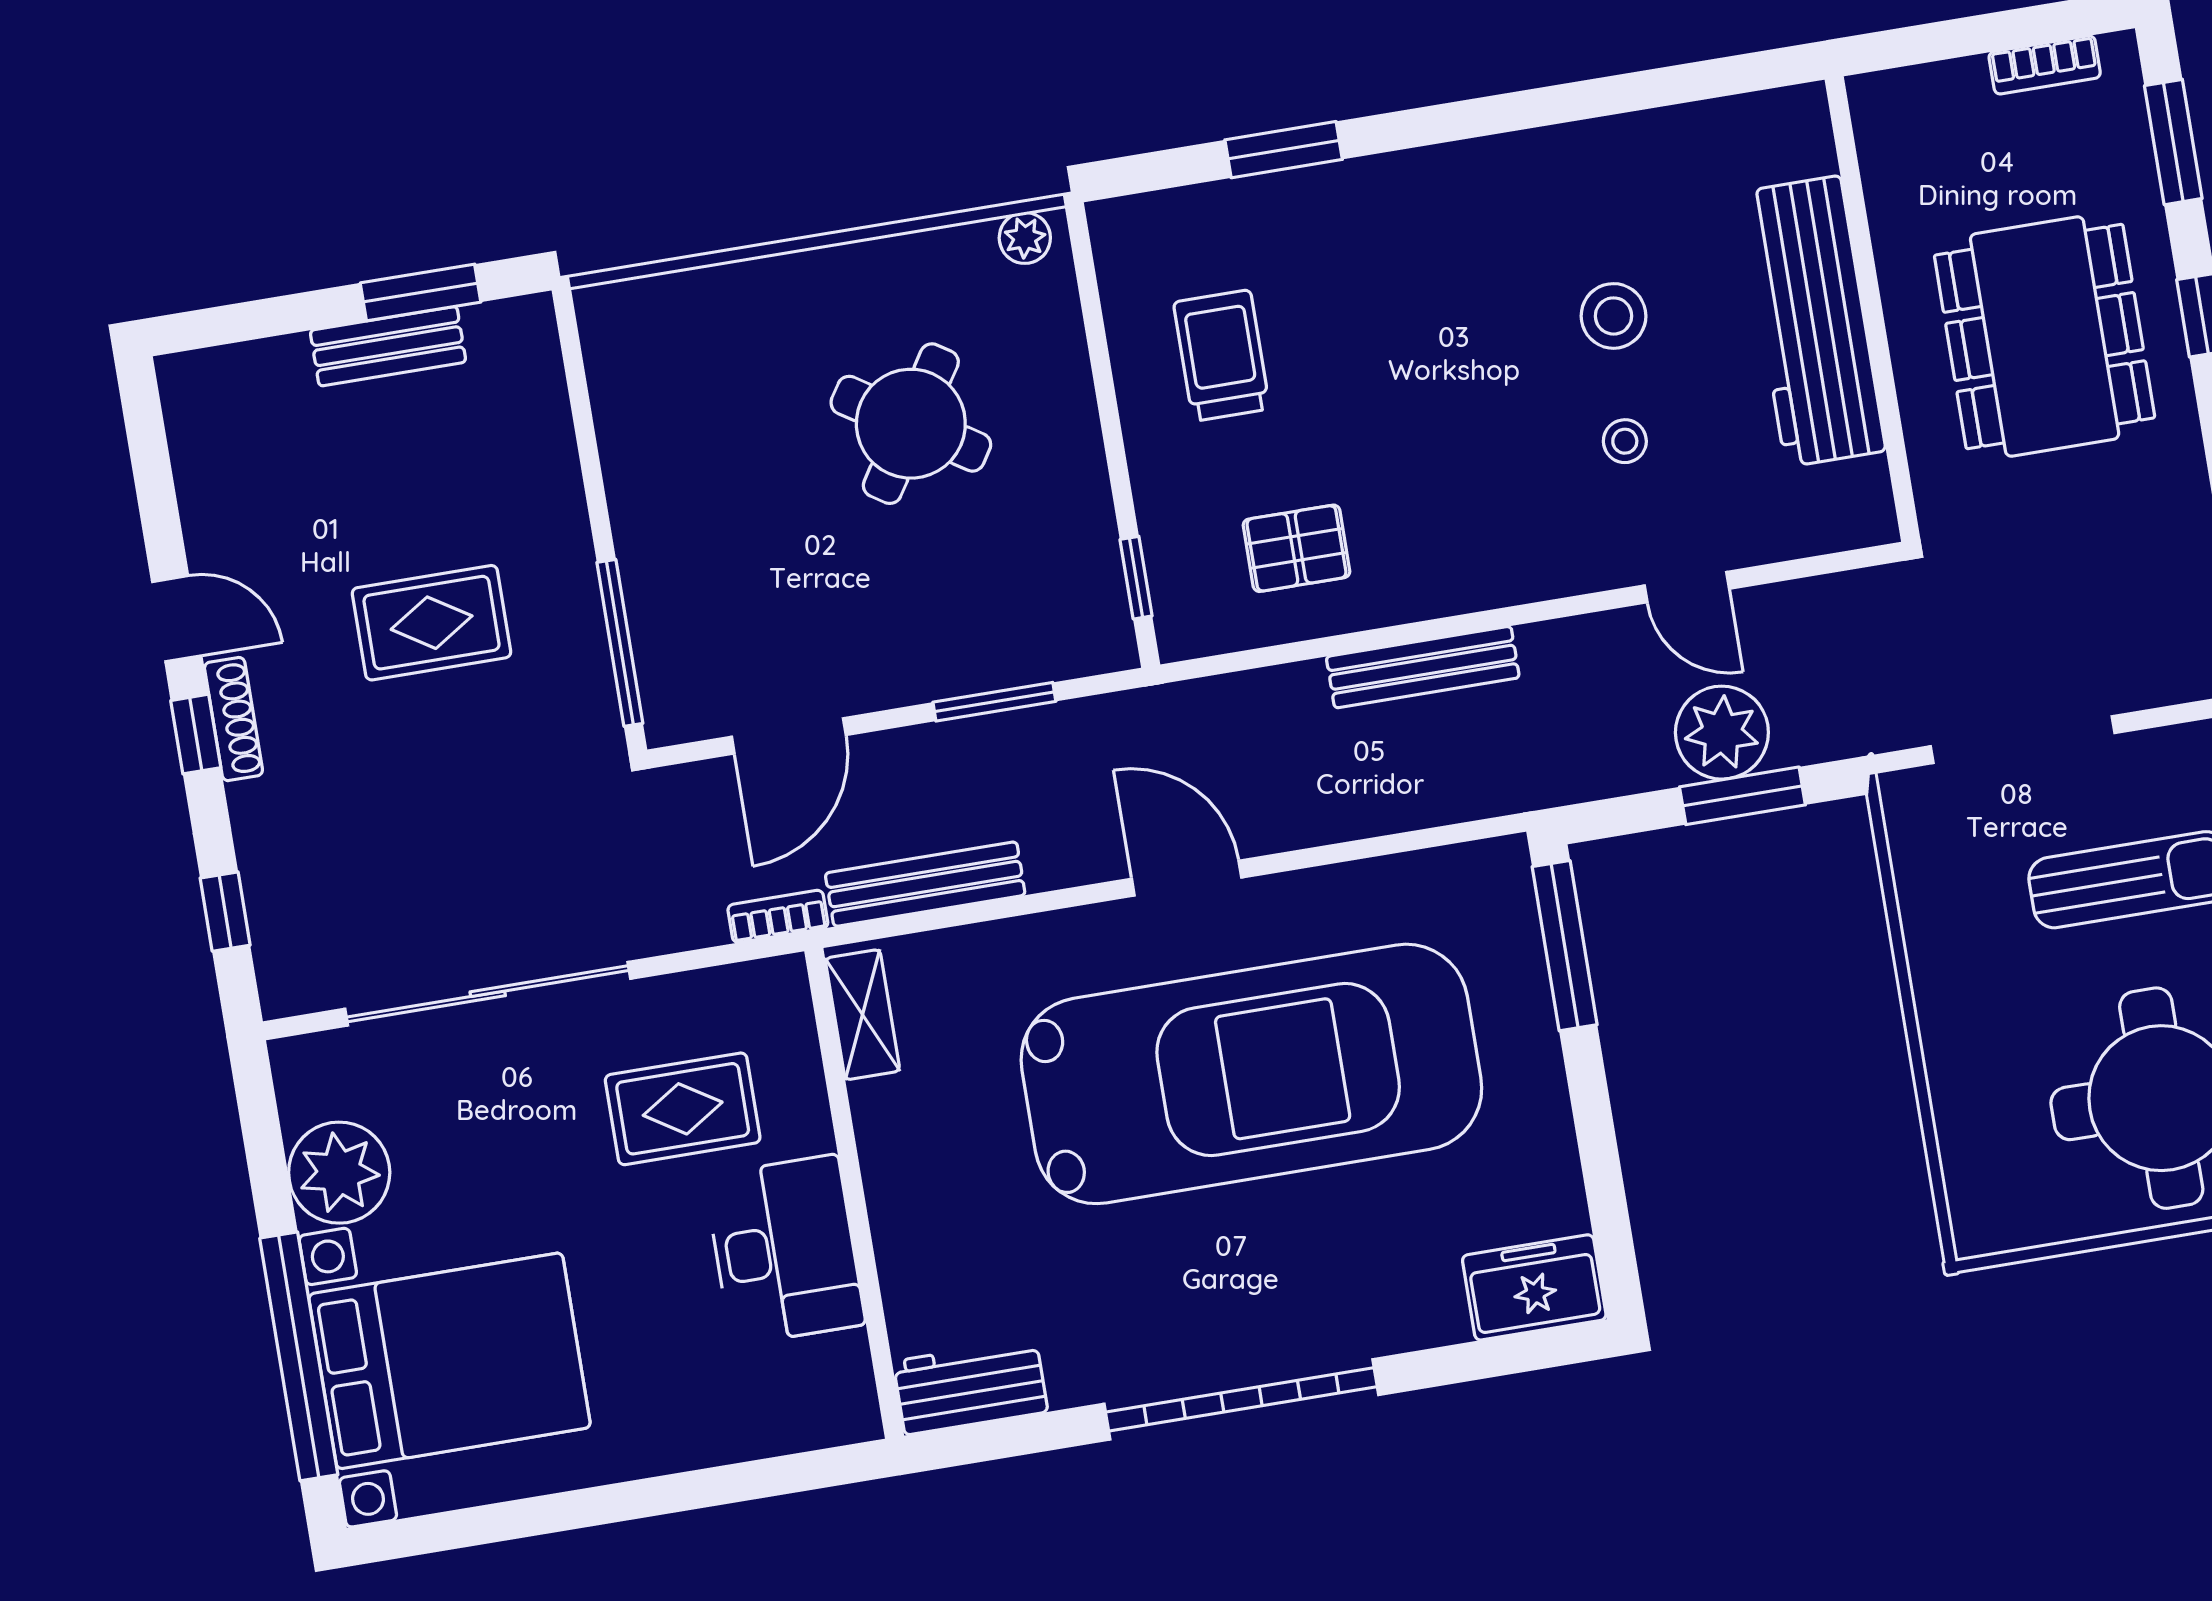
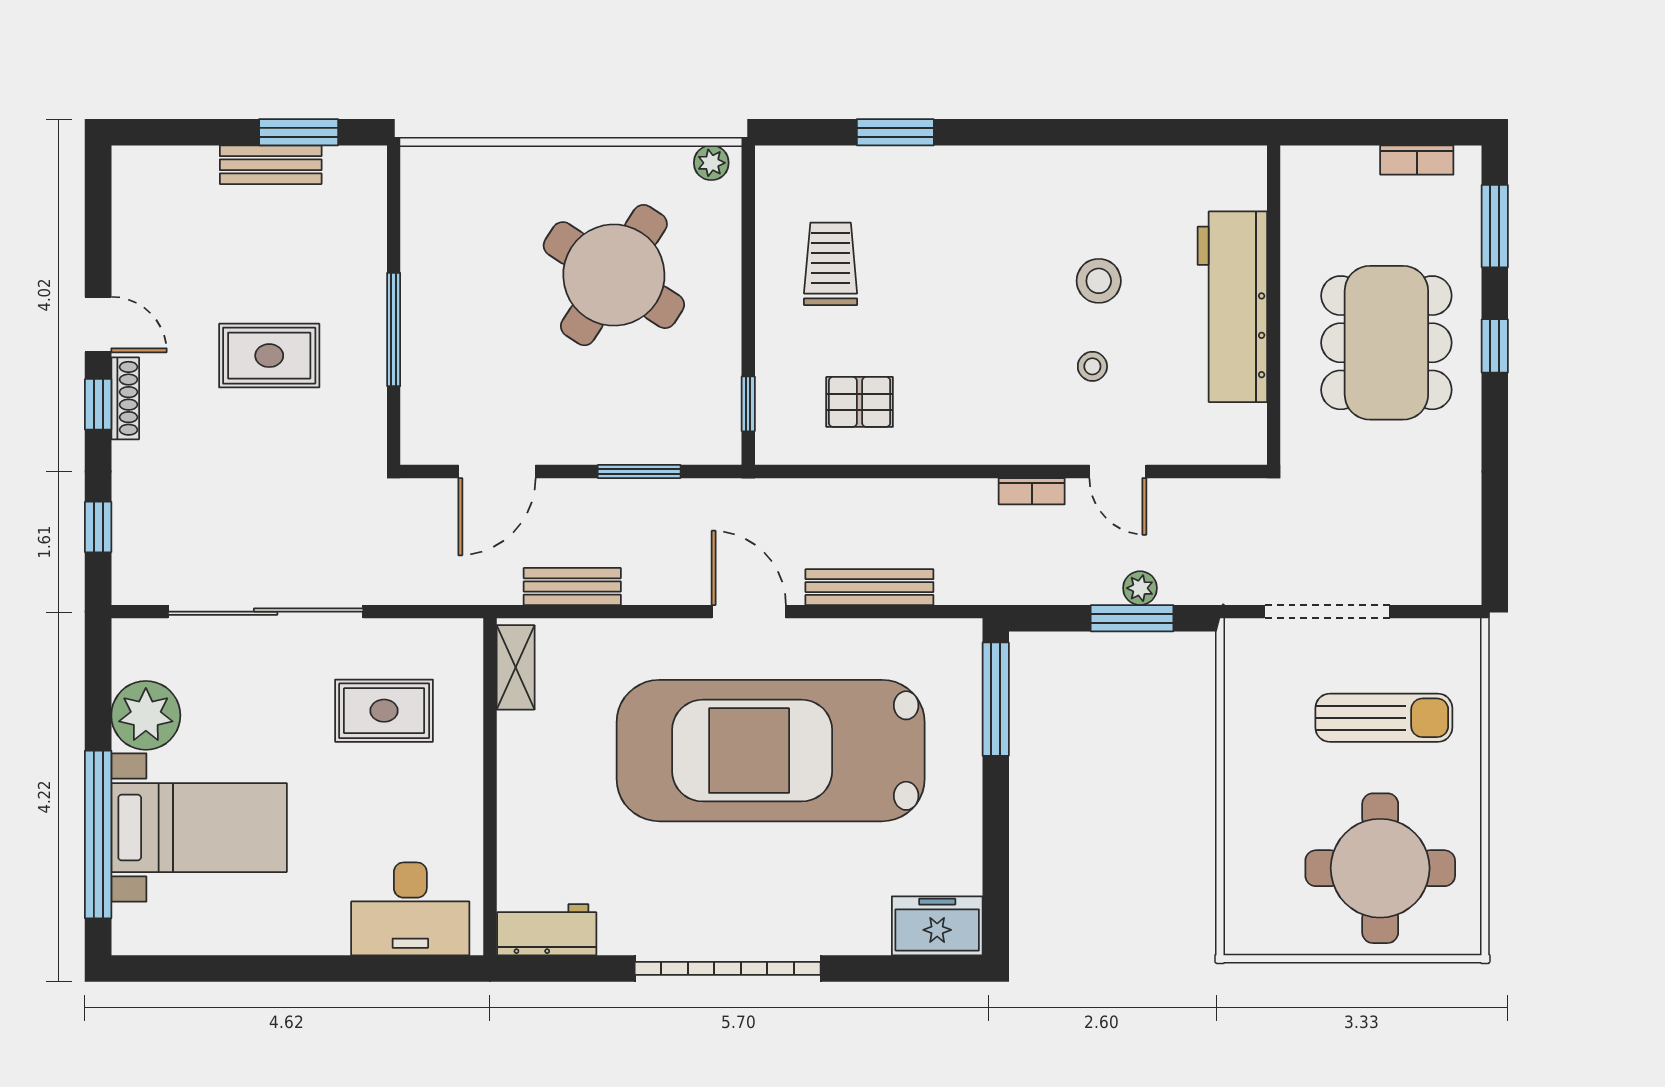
round table: (911, 424) -> (614, 275), width x1.36, depth x1.36
window: (620, 643) -> (394, 329), moved
bench: (1423, 667) -> (869, 587), moved
plant: (1722, 733) -> (1140, 588), width x0.53, depth x0.53
bench: (925, 884) -> (572, 586), width x0.73
bookcase: (778, 916) -> (1032, 491), moved, turned 180
car: (1251, 1074) -> (771, 751), turned 180
desk: (785, 1250) -> (410, 909), moved, turned 90
bed with nightstands: (450, 1361) -> (199, 828), width x0.73

